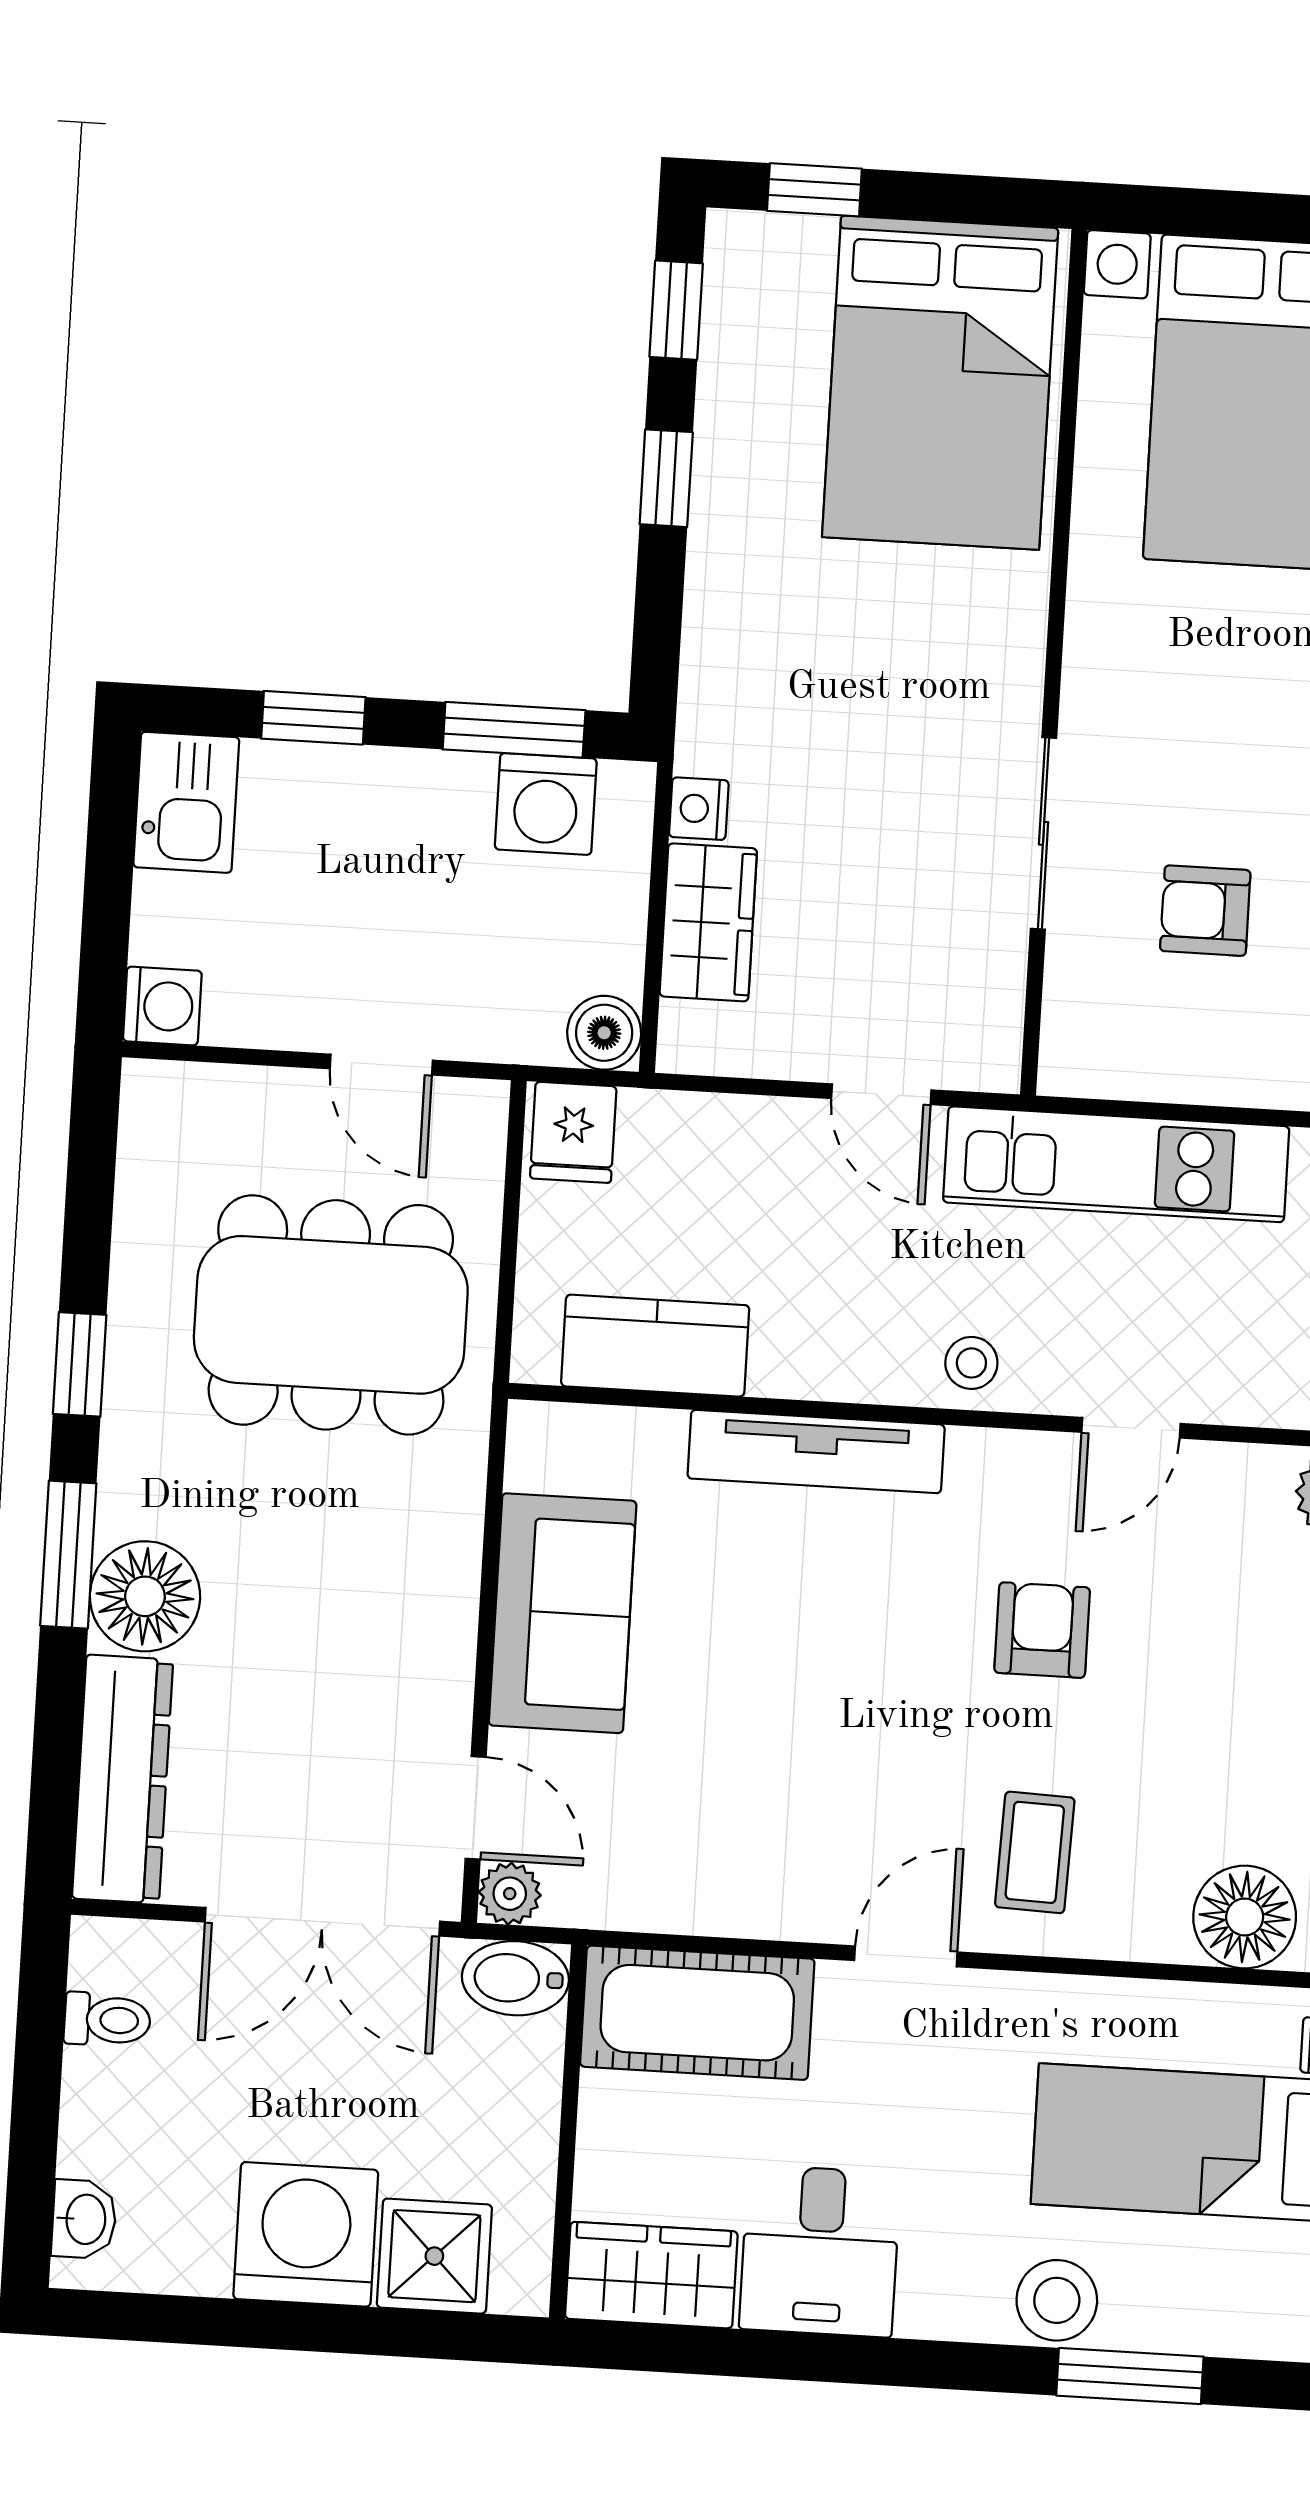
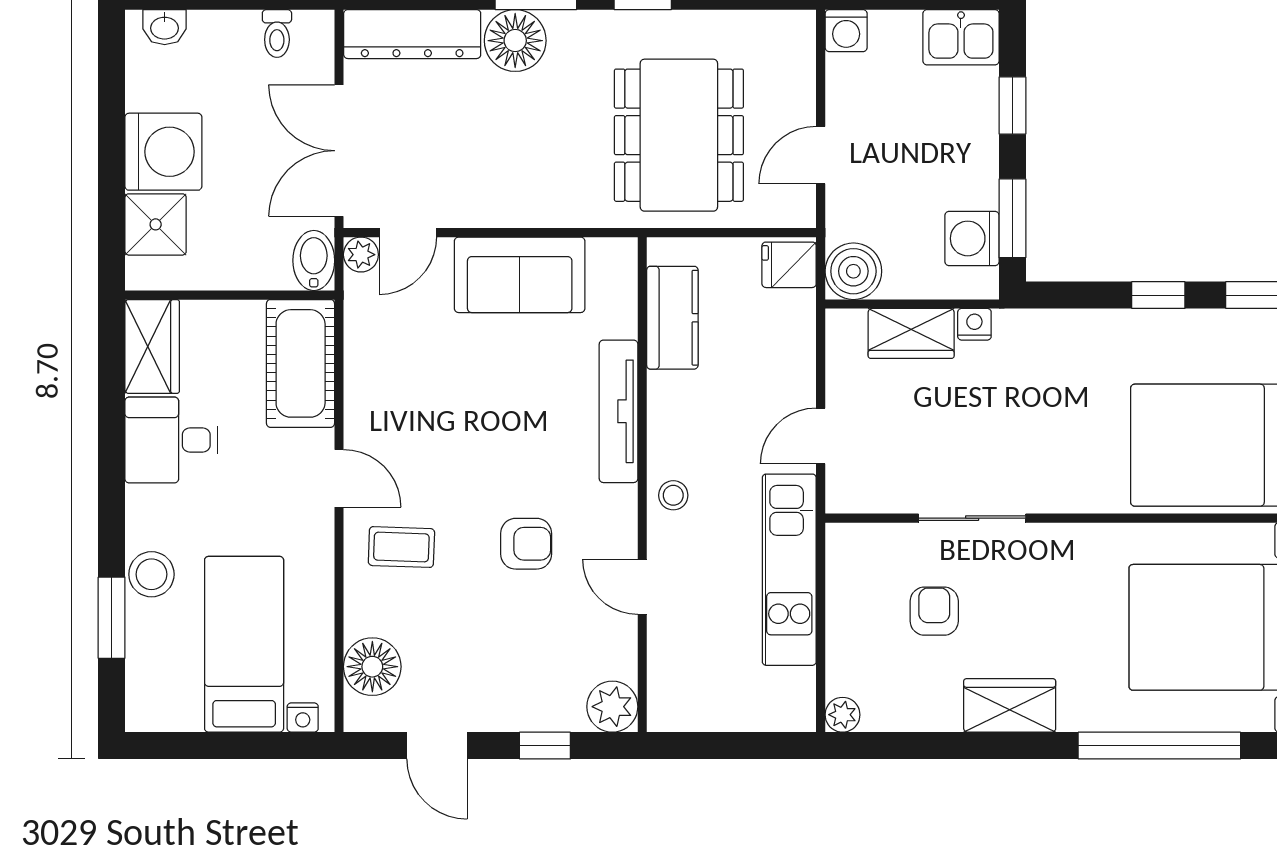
boiler: (604, 1033) -> (853, 271), width x1.36, depth x1.36

